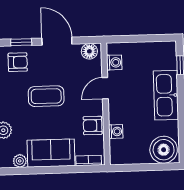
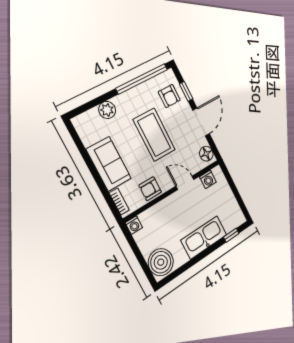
coffee table: (46, 96) -> (154, 135), width x1.36, depth x1.32
armchair: (93, 126) -> (150, 189), turned -90
washing machine: (116, 131) -> (134, 225), moved
plant: (20, 161) -> (88, 138), removed

